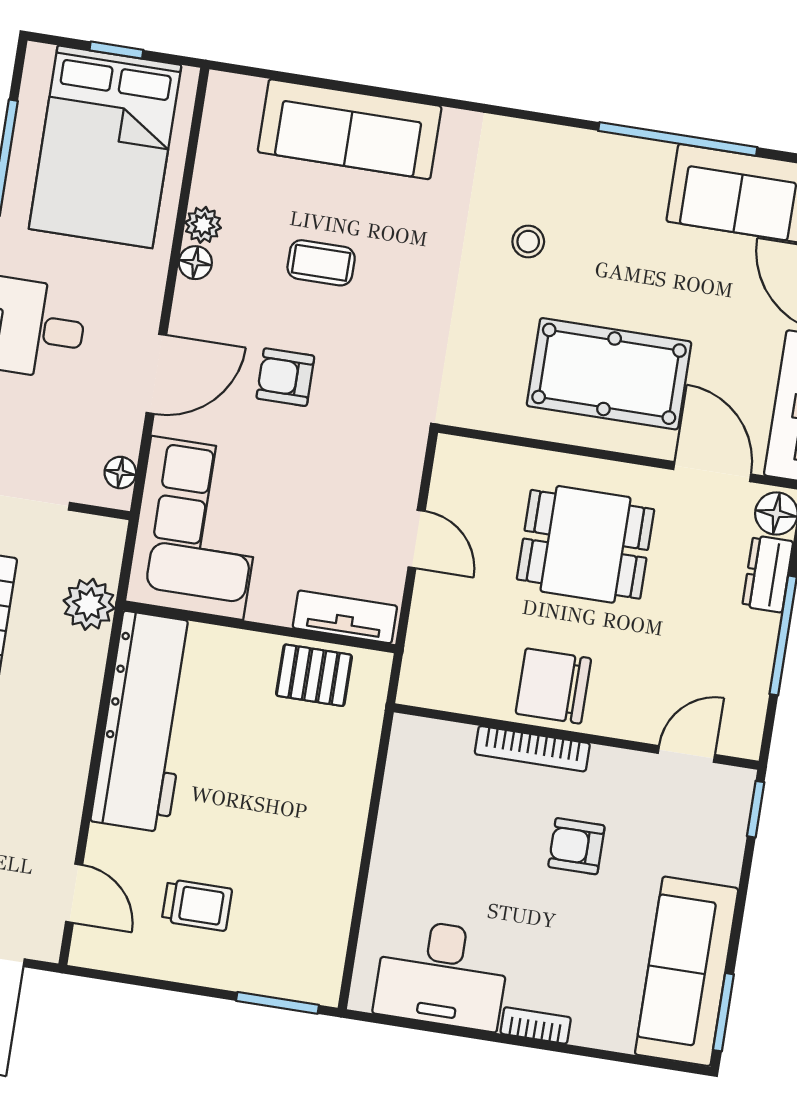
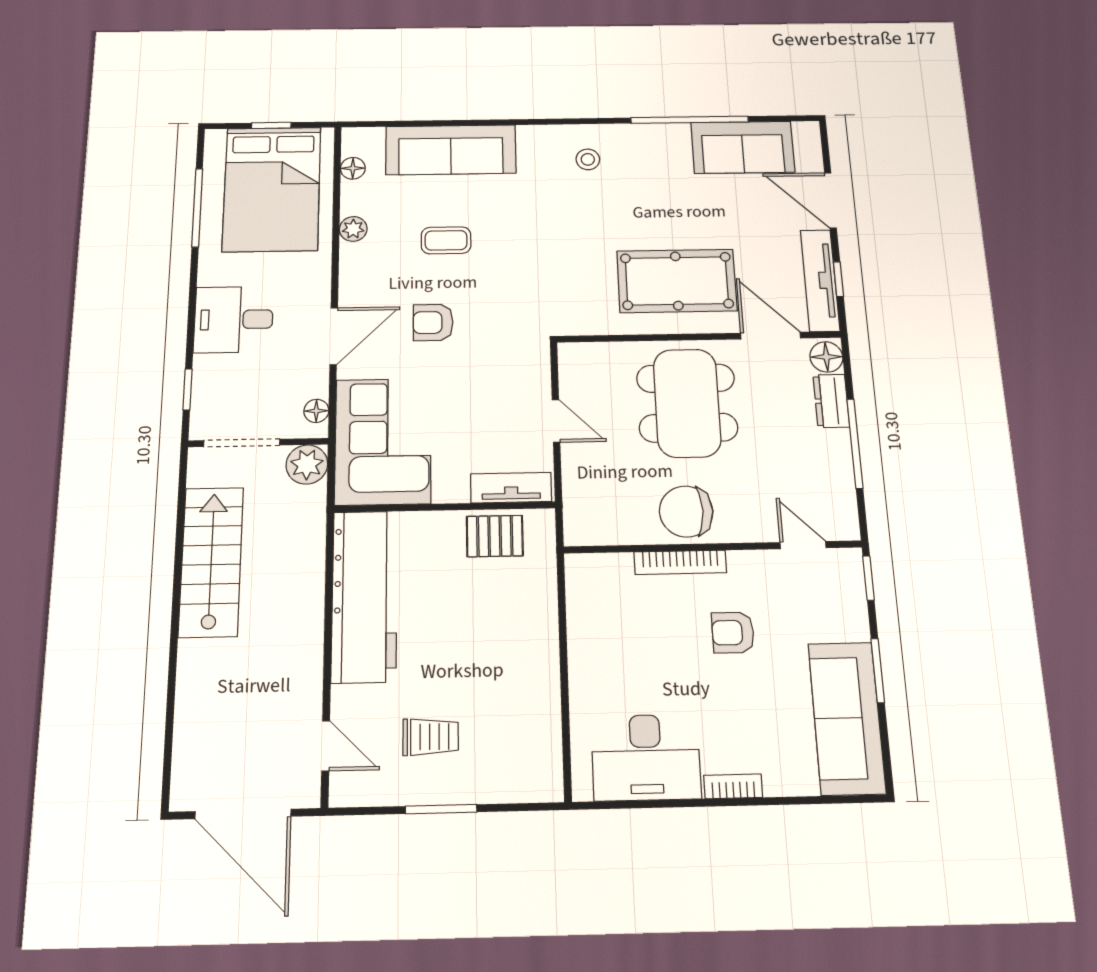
stool: (528, 242) -> (588, 159), moved
floor lamp: (195, 263) -> (353, 168), moved
dining table: (585, 544) -> (687, 403), width x1.37
plant: (89, 604) -> (307, 464), moved
door: (686, 754) -> (803, 545), hinge flipped
window: (278, 1003) -> (441, 809), moved
window: (723, 1012) -> (878, 671), moved

